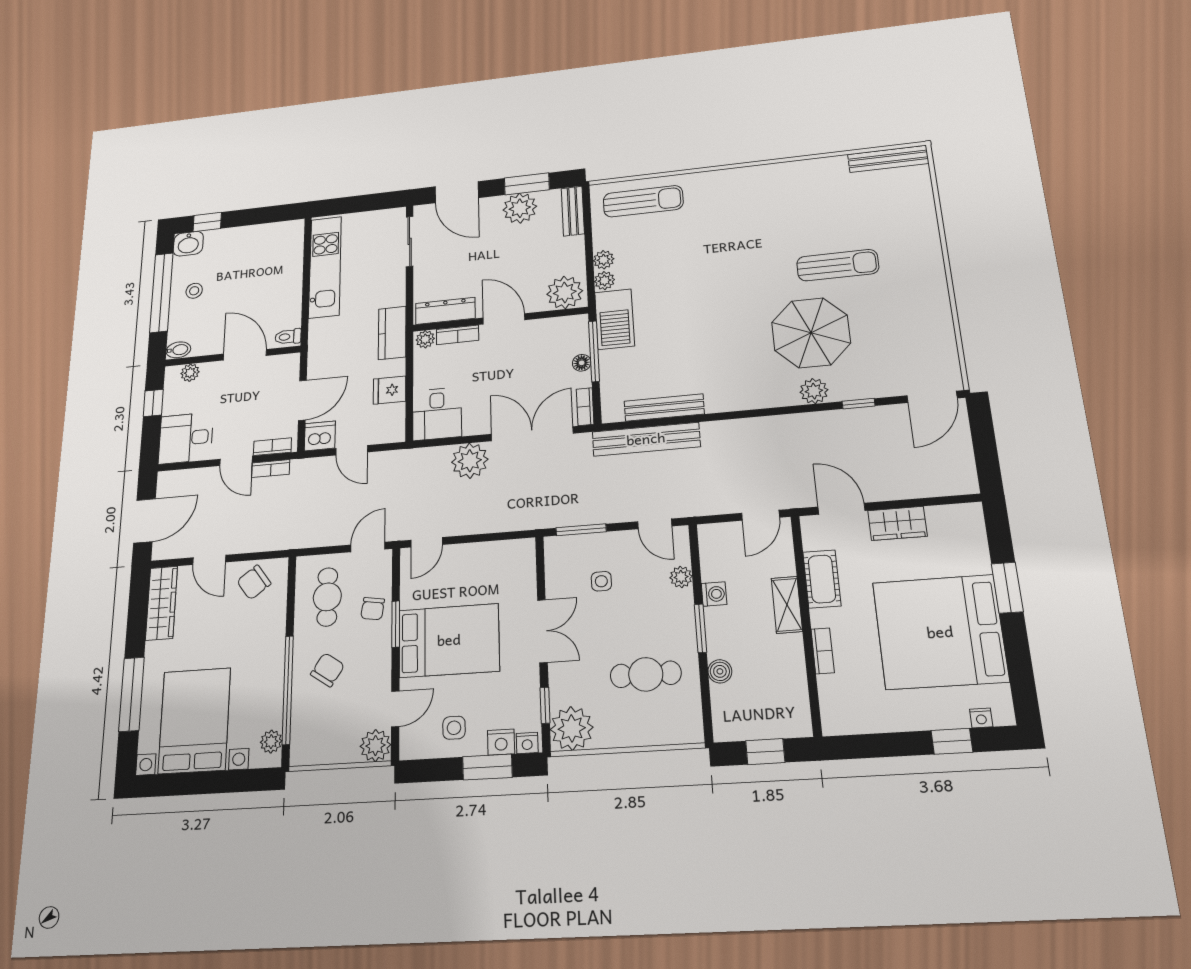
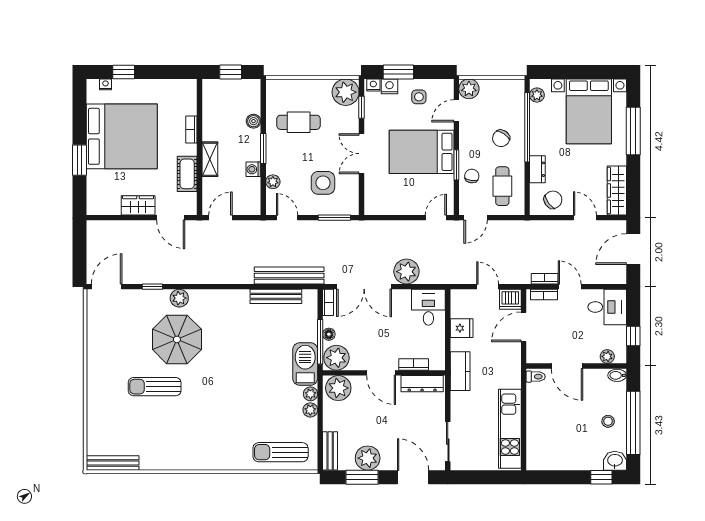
plant: (425, 339) -> (336, 358), moved, width x1.88, depth x1.88
side table: (601, 581) -> (323, 183), width x1.87, depth x1.87
dresser: (275, 626) -> (537, 169), added

